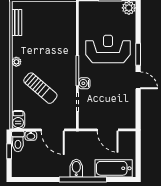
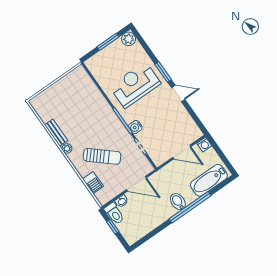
bench: (17, 22) -> (56, 133), moved
barbecue: (18, 120) -> (93, 183), moved
washing machine: (130, 137) -> (204, 144), added

